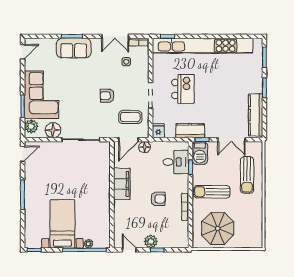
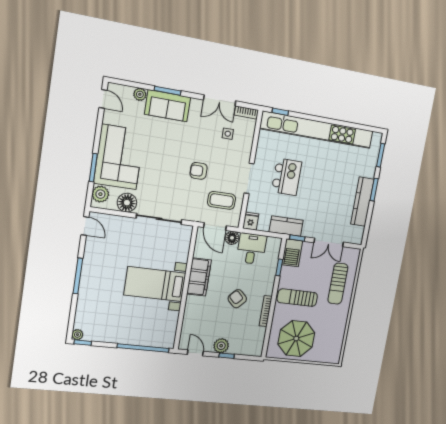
plant: (51, 43) -> (140, 94), added
door: (23, 52) -> (103, 99), hinge flipped
kitchen counter: (256, 115) -> (362, 202), moved
door: (128, 140) -> (215, 227), hinge flipped
door: (23, 154) -> (85, 226), hinge flipped
desk: (176, 162) -> (251, 249), moved, turned -90
armchair: (158, 199) -> (237, 299), turned -136
bed with nightstands: (62, 224) -> (155, 284), moved, turned -90
plant: (88, 244) -> (77, 335), moved

